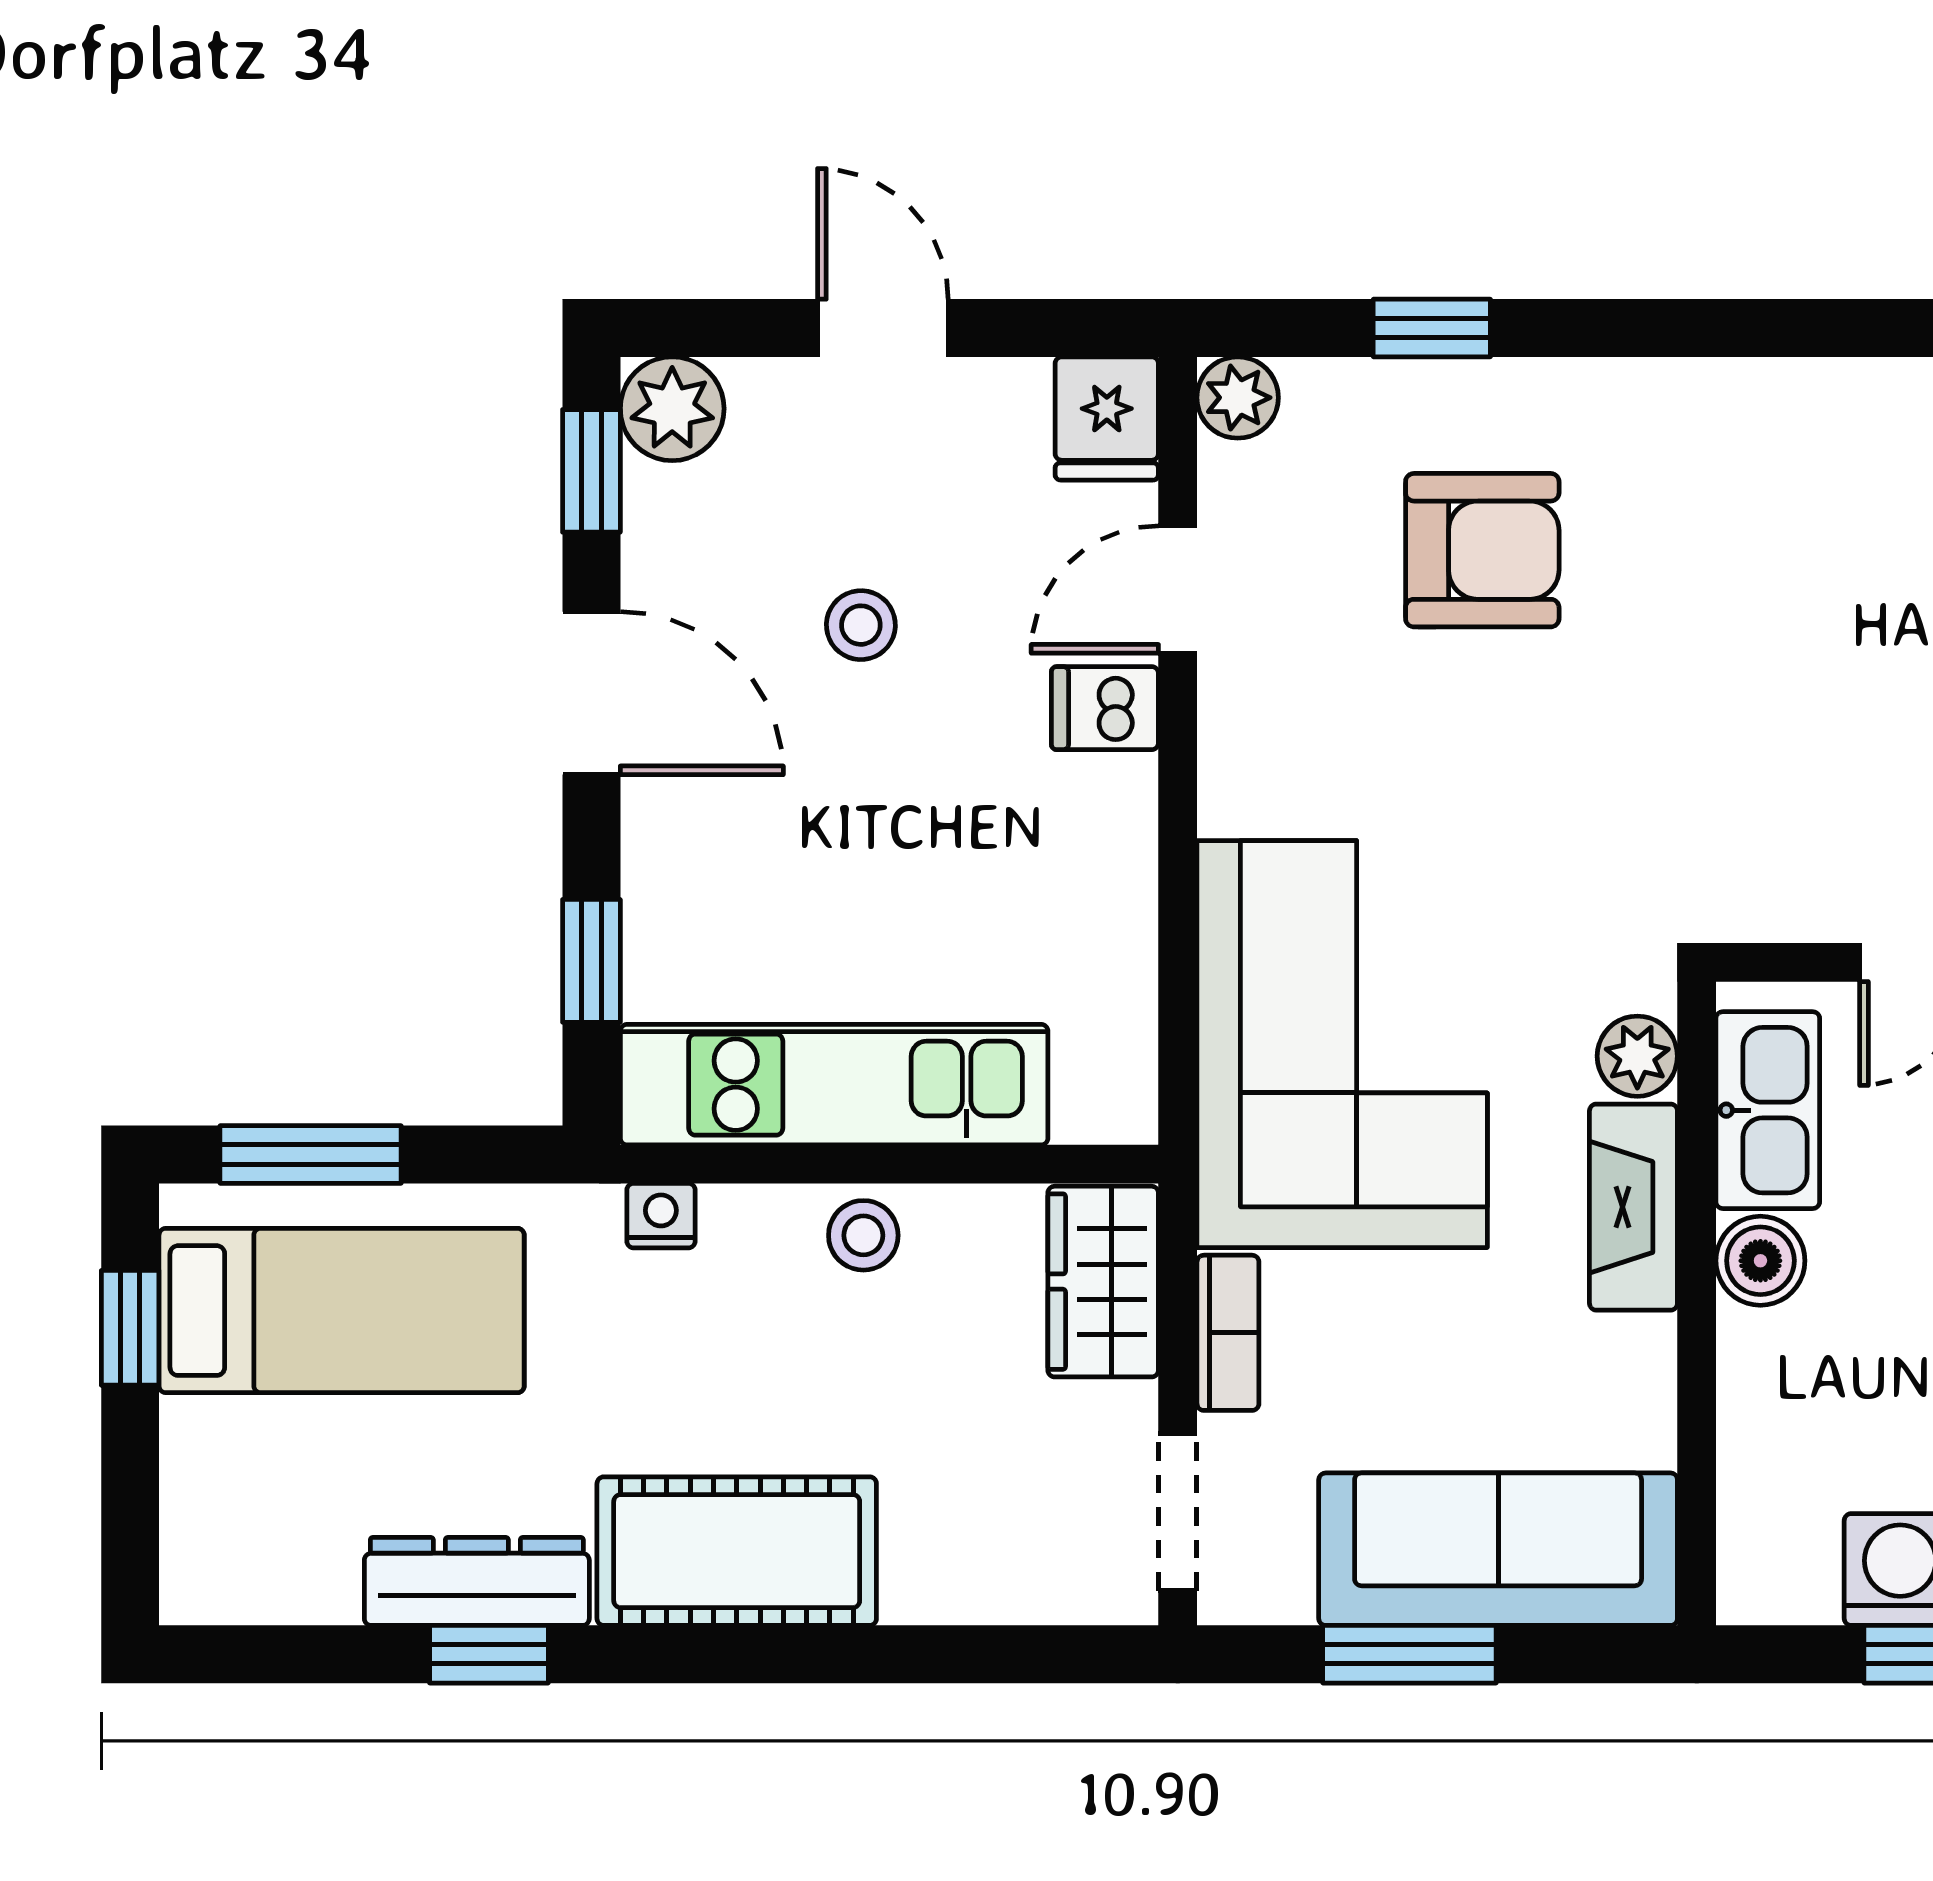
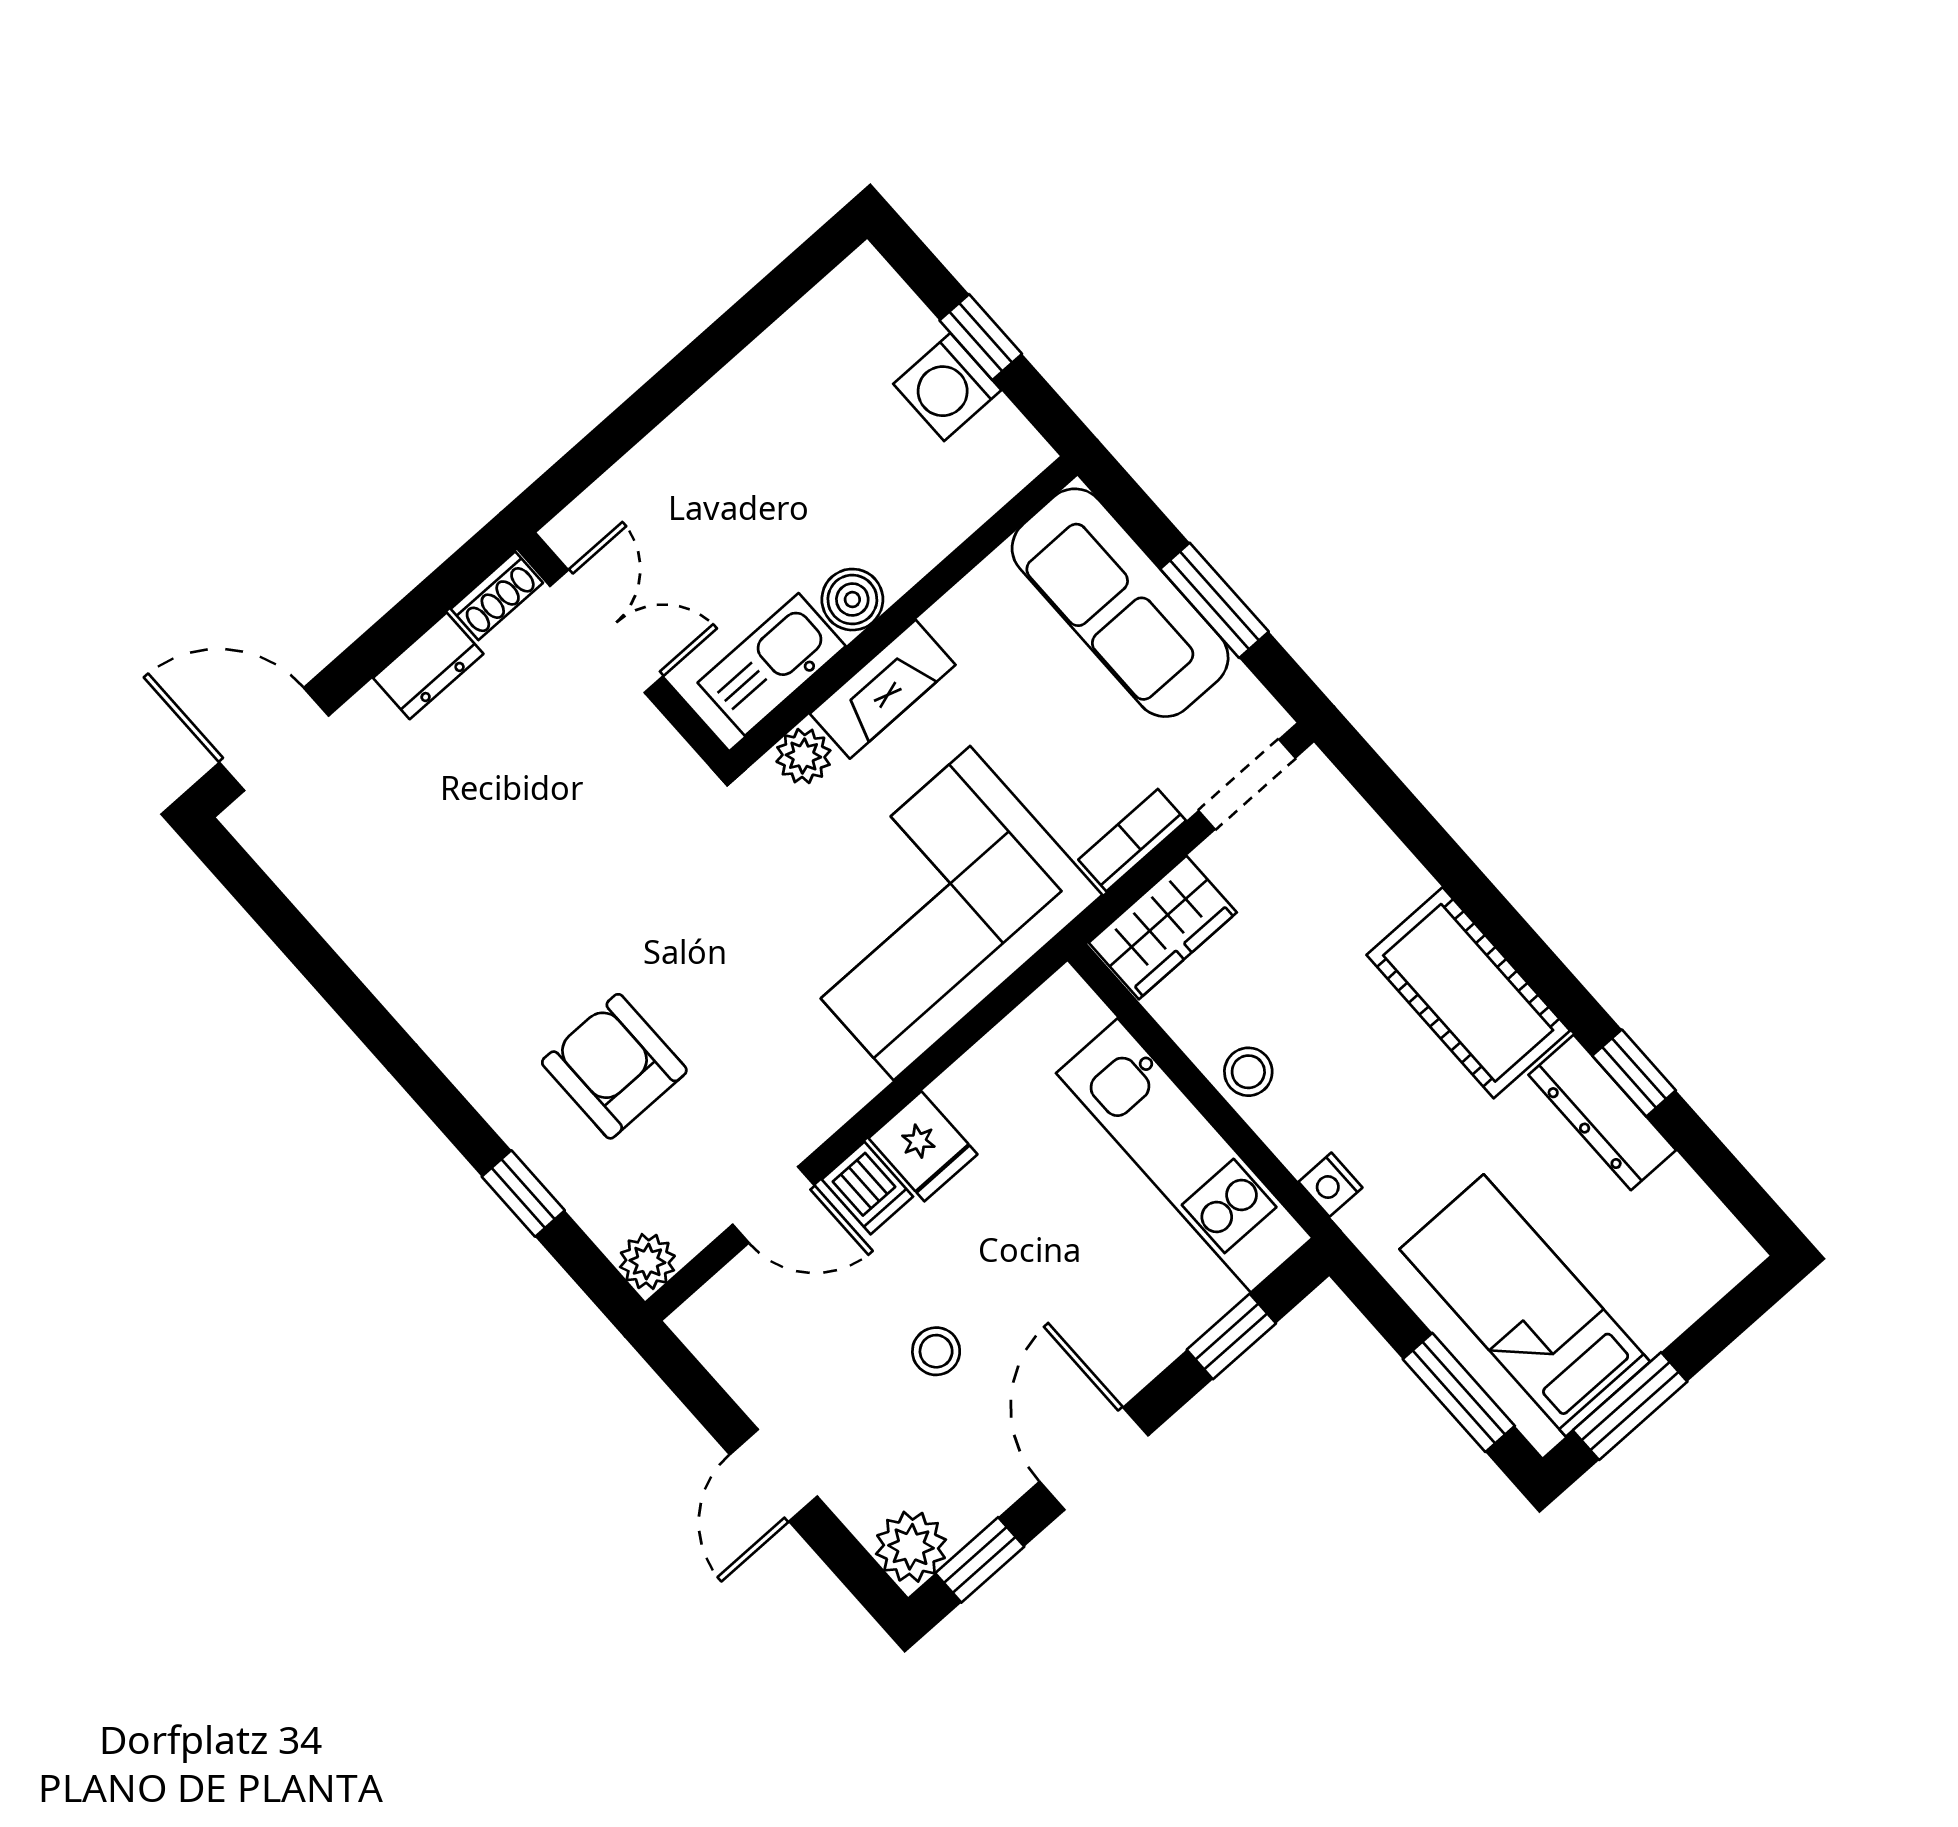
fridge: (1107, 418) -> (923, 1146), moved, turned 90
window: (130, 1328) -> (1630, 1406), width x1.50

